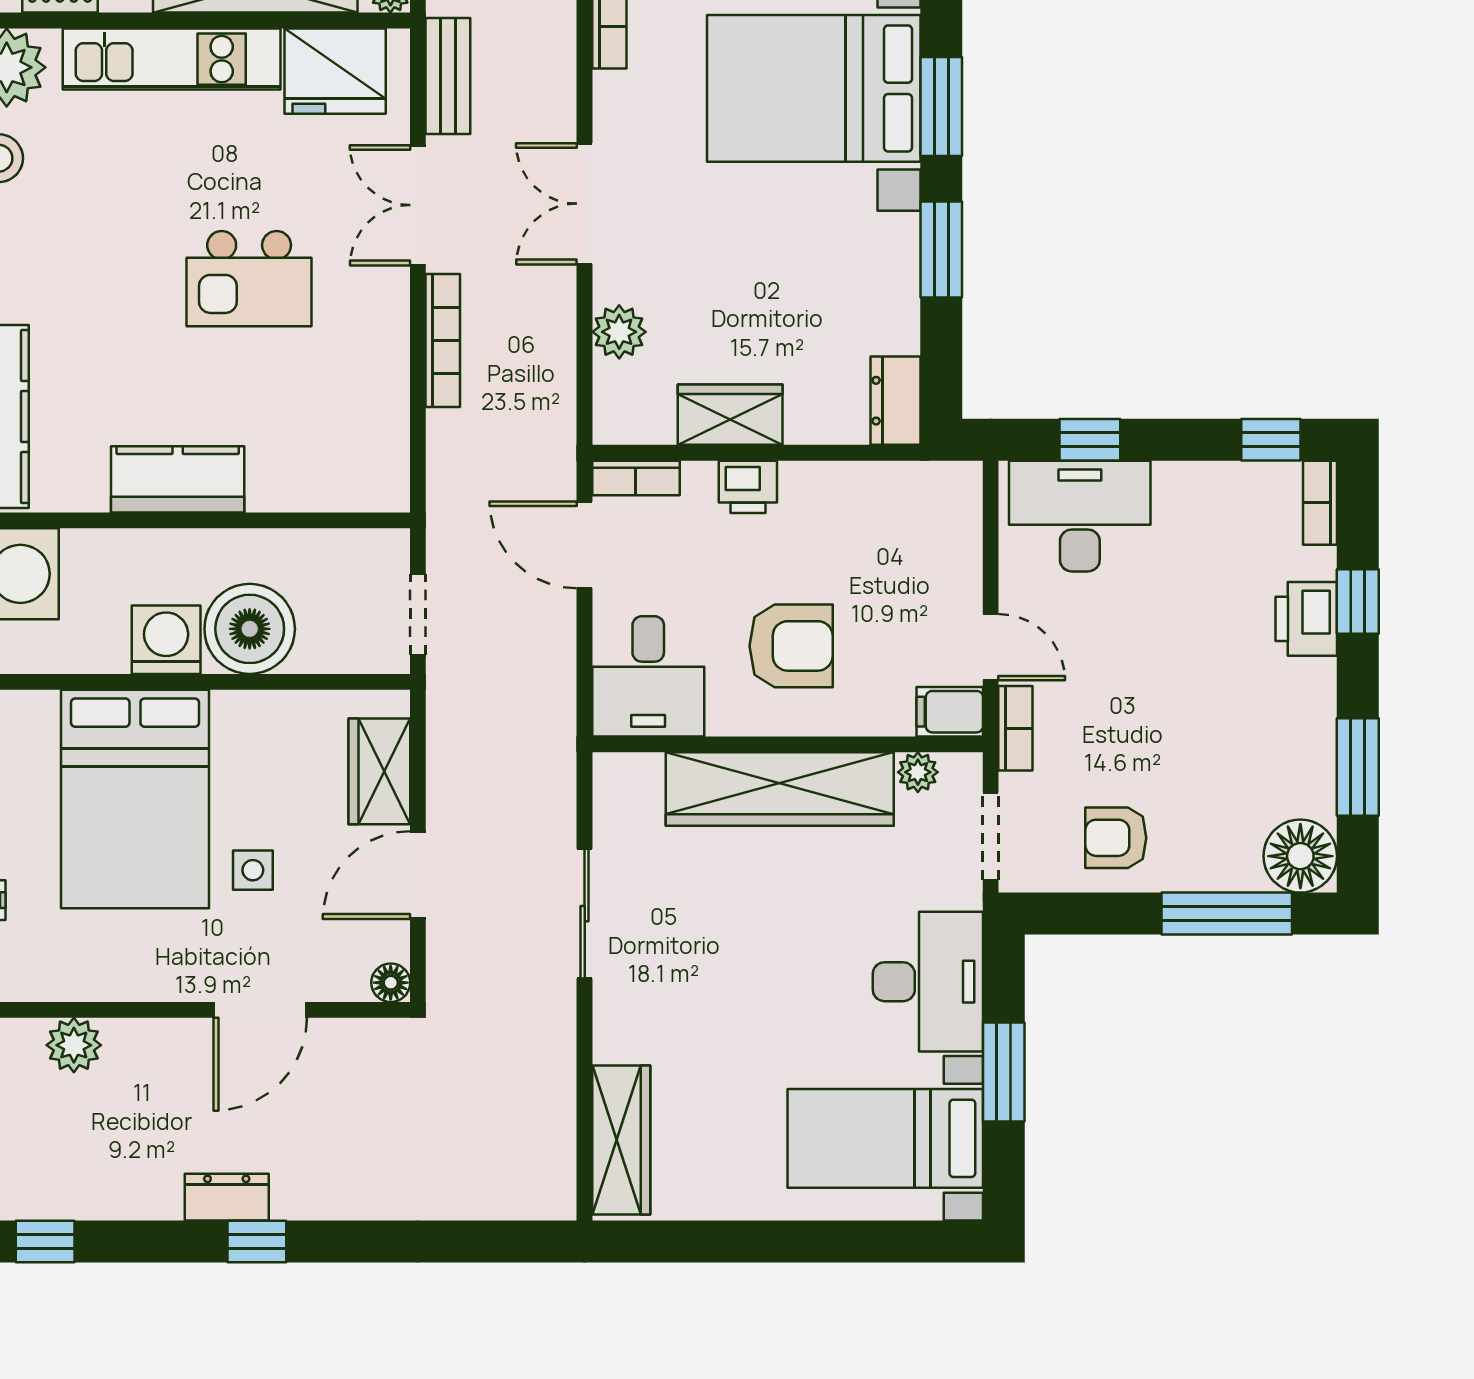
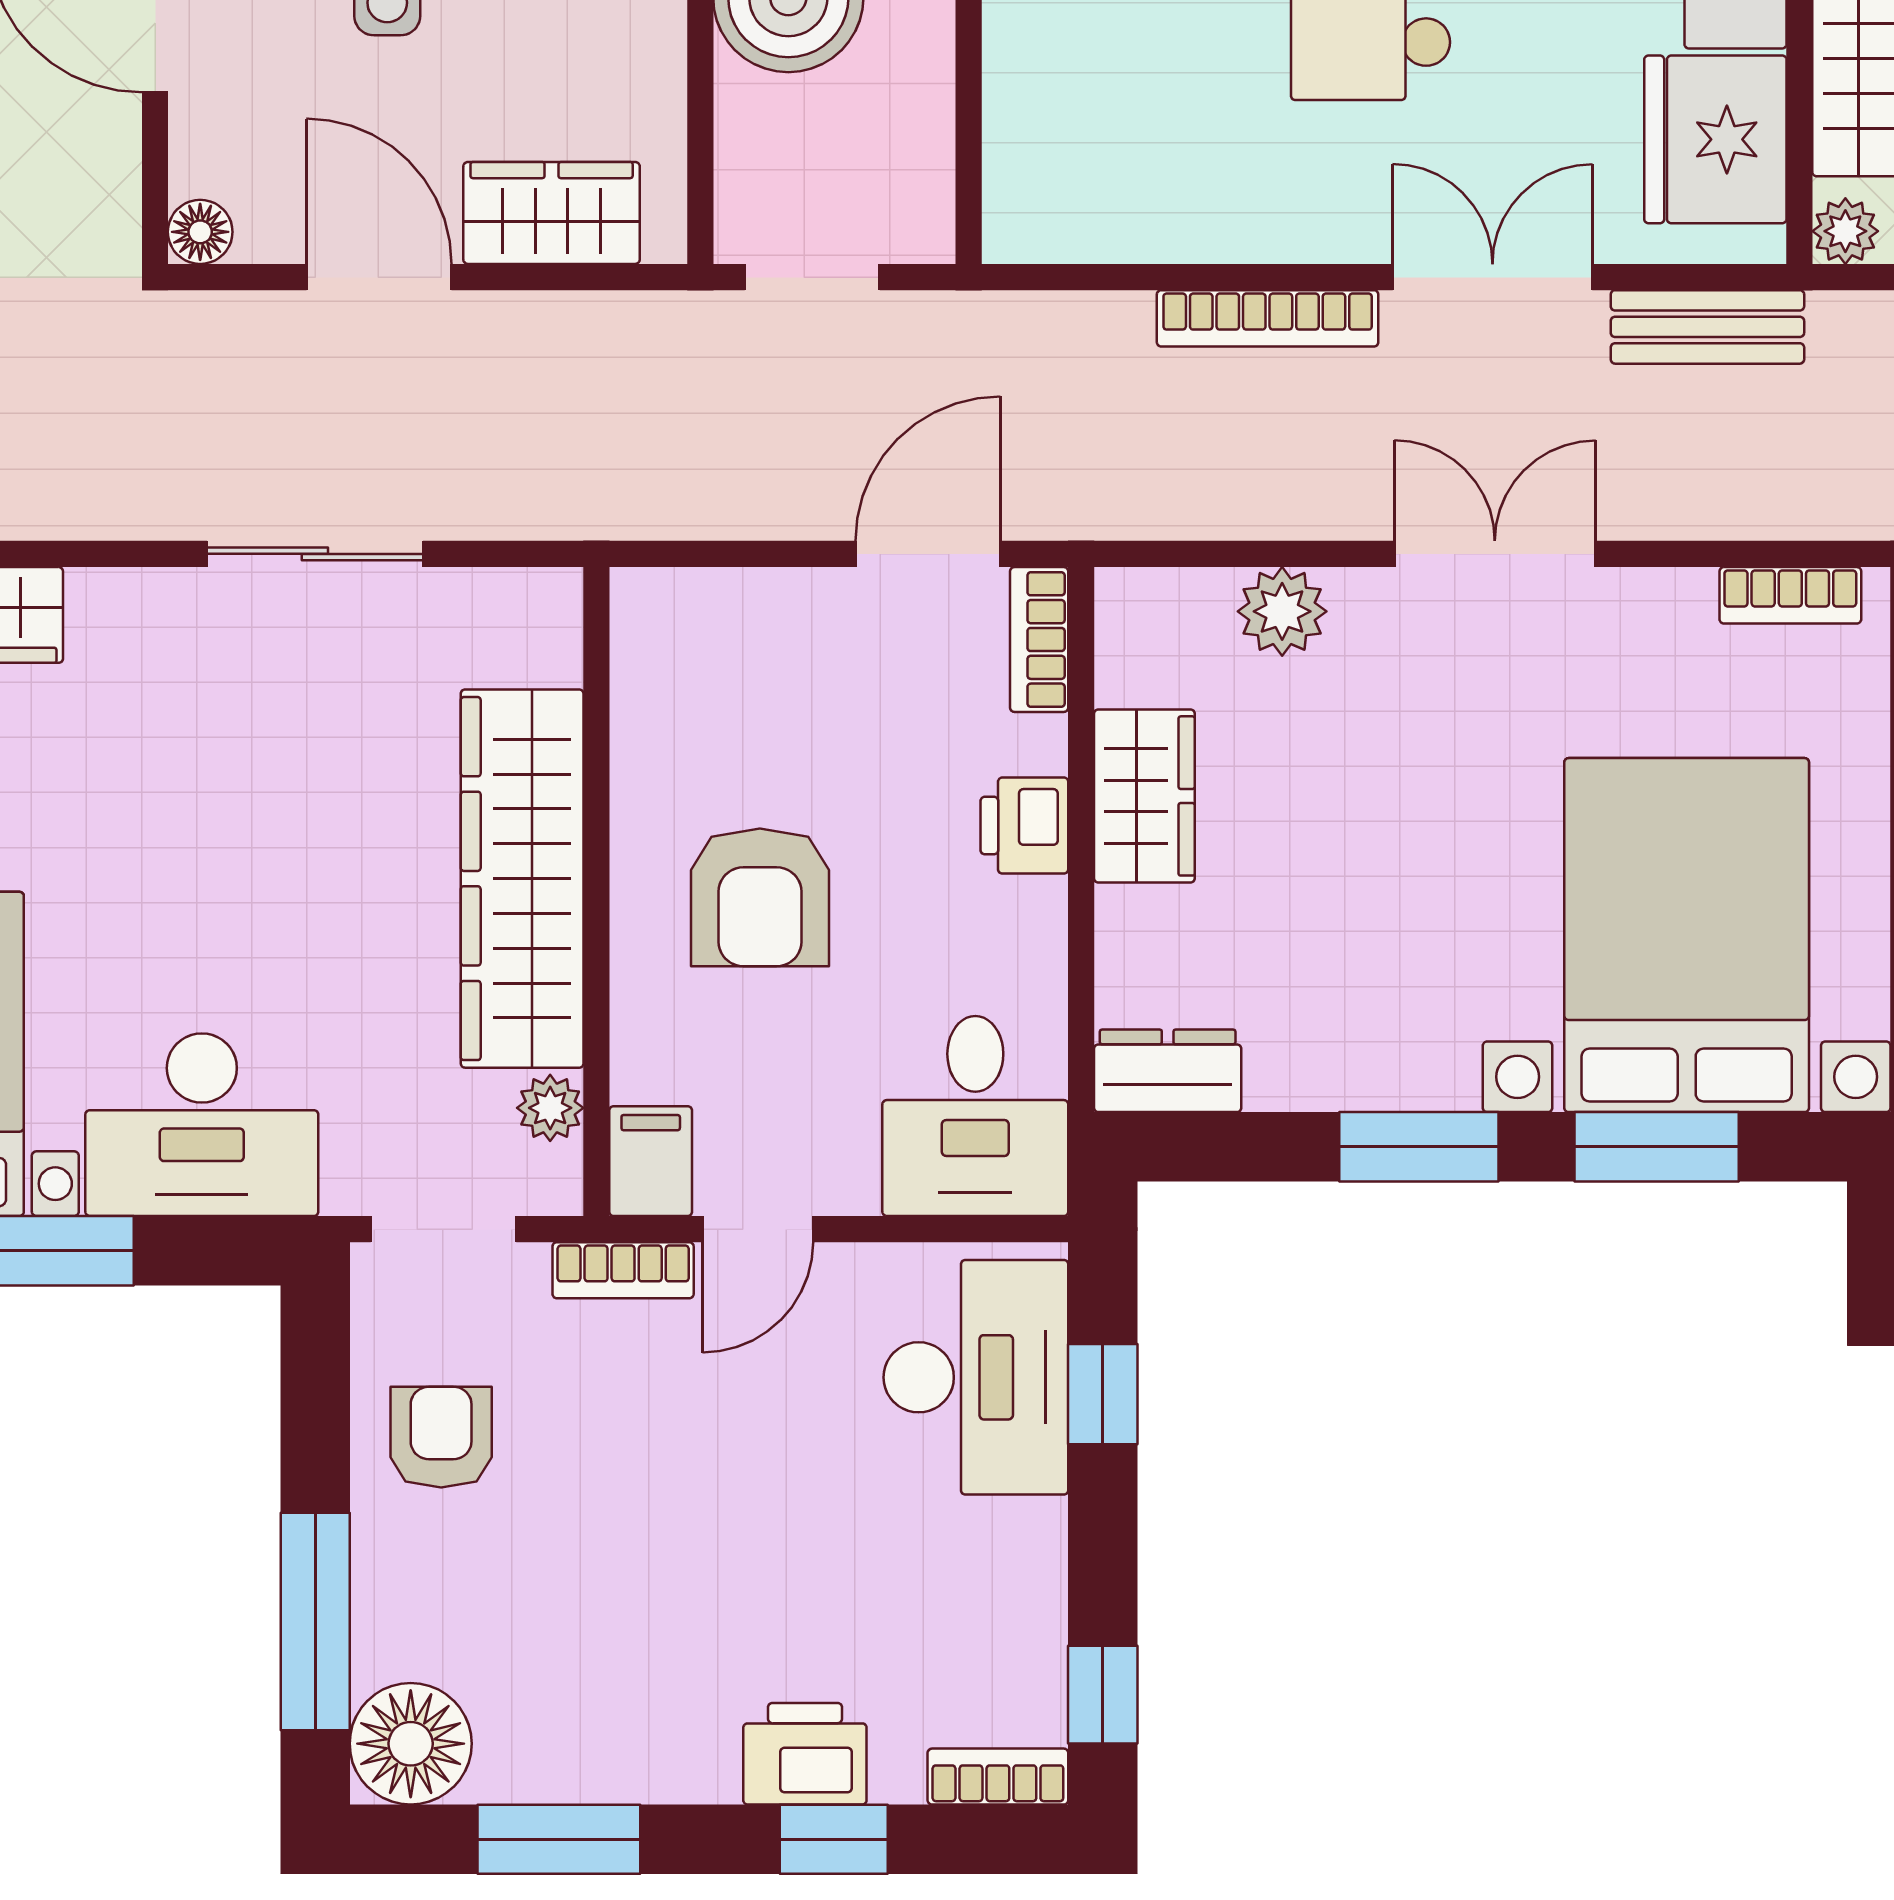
desk: (648, 676) -> (975, 1116), moved, turned -90

